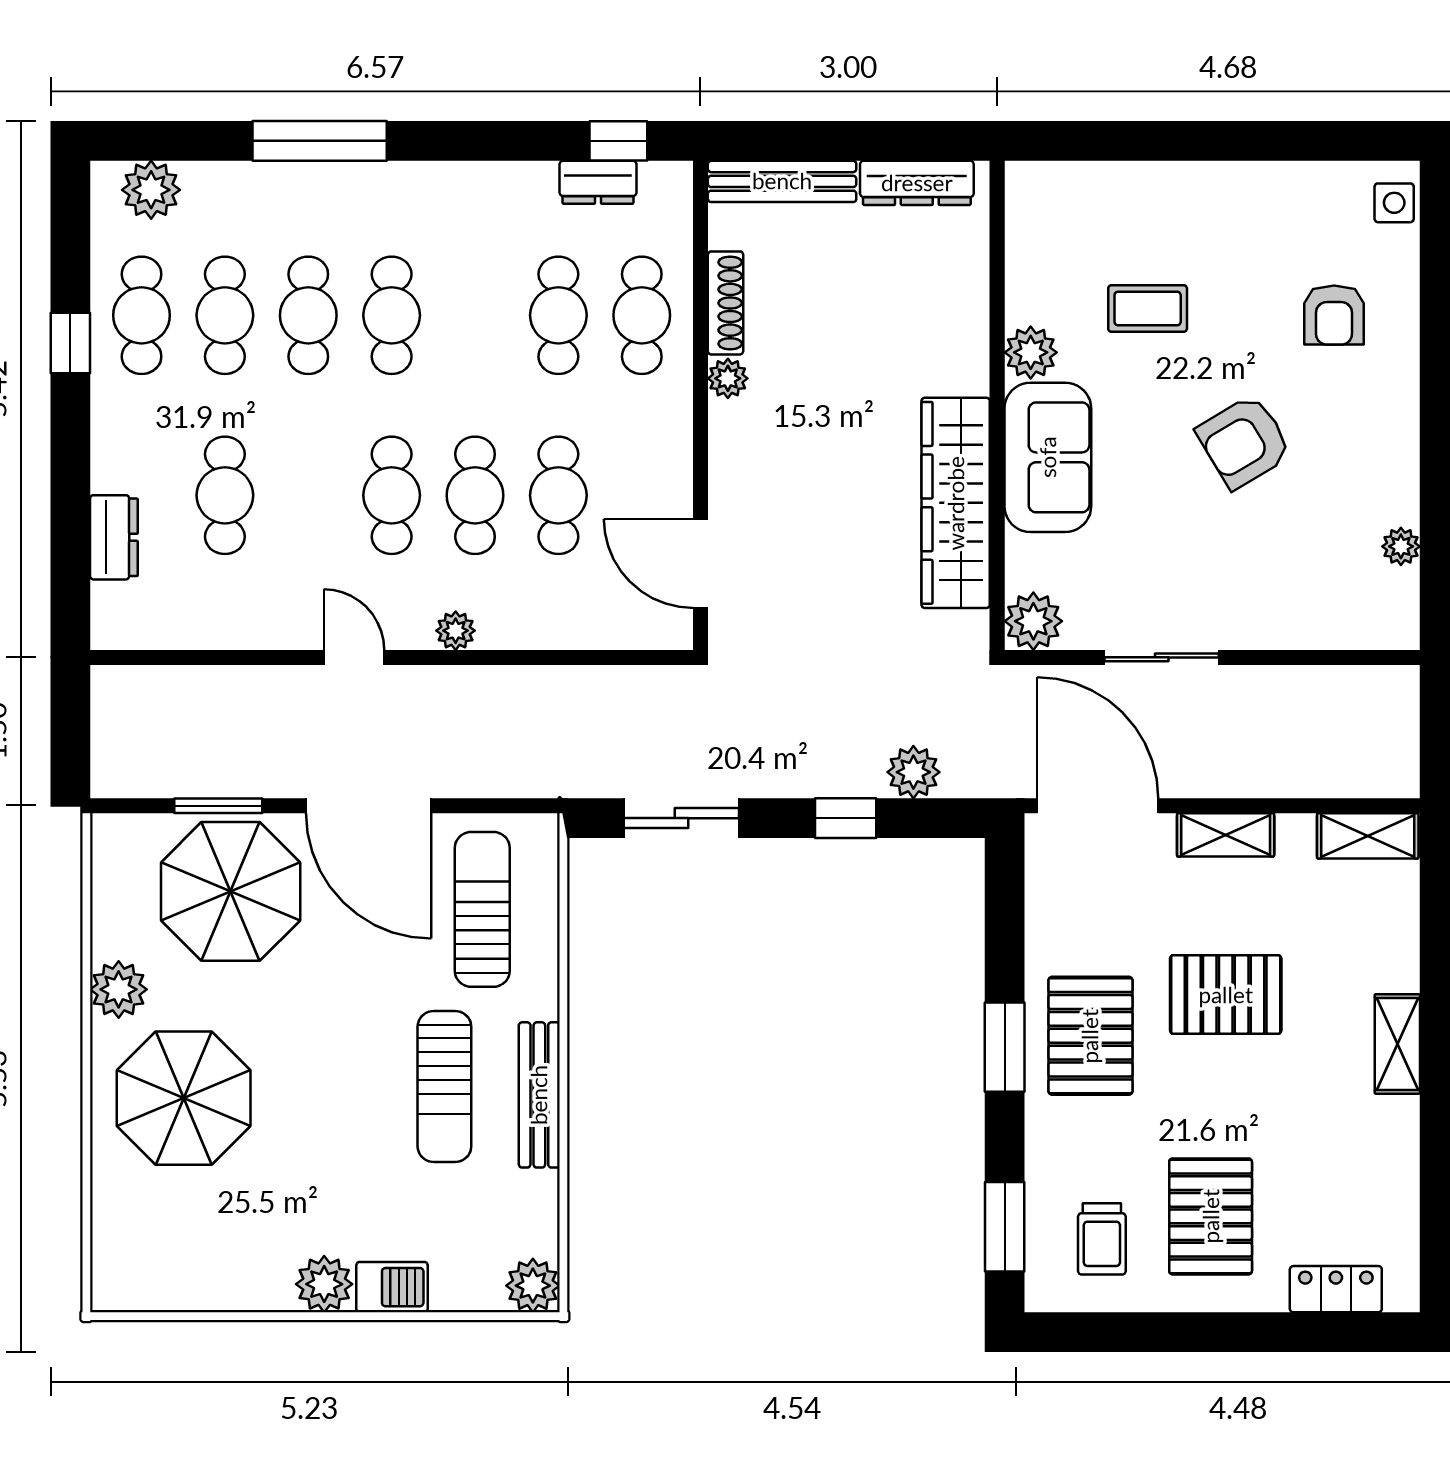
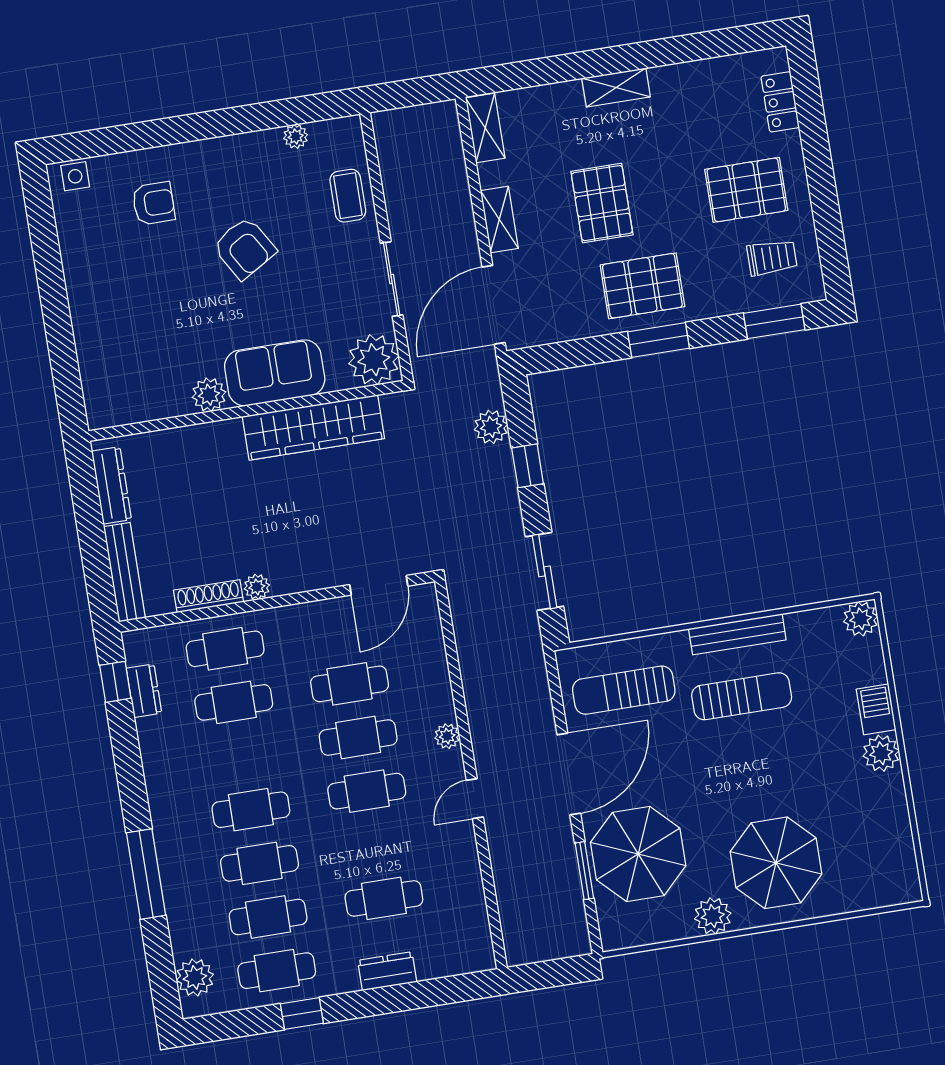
coffee table: (1148, 308) -> (348, 196), moved
dresser: (114, 537) -> (387, 971), moved
plant: (1033, 621) -> (374, 360), width x1.36, depth x1.36

